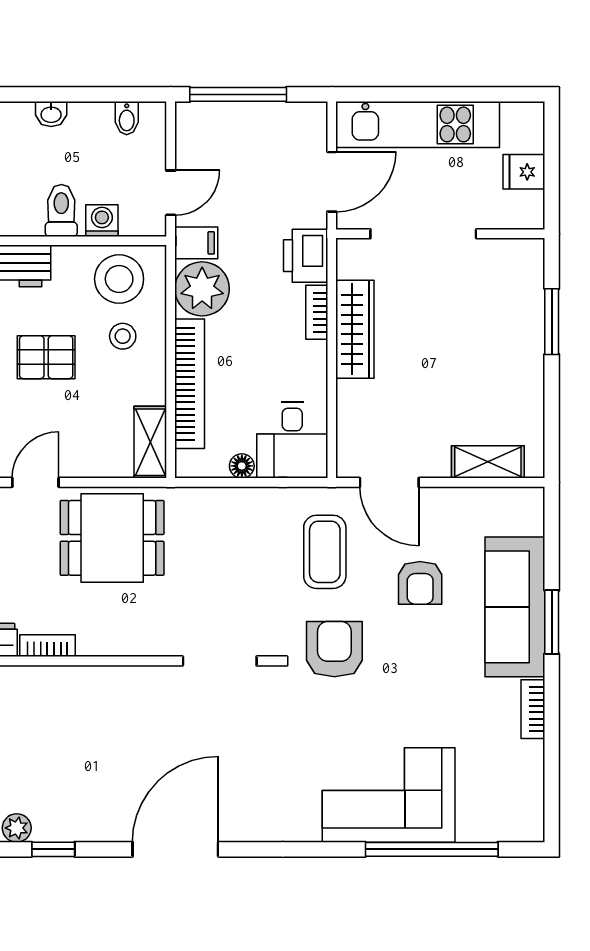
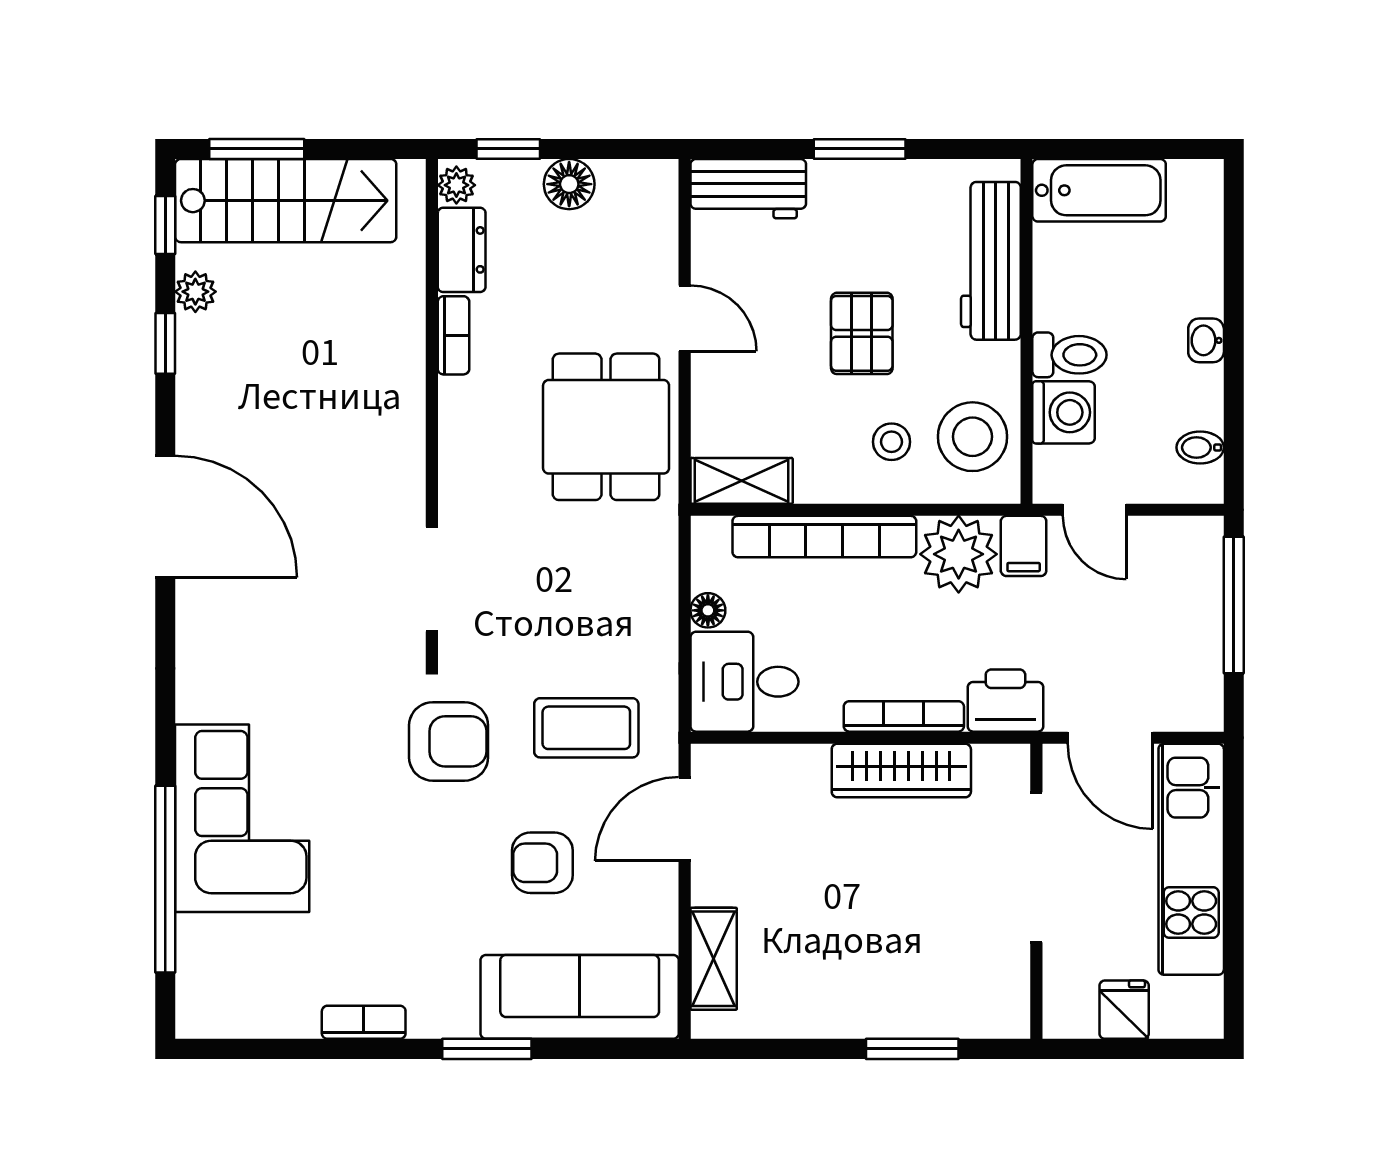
washing machine: (102, 221) -> (1064, 412), width x1.38, depth x1.38
bookcase: (317, 312) -> (904, 716), width x1.56
sofa: (515, 607) -> (580, 997), moved

